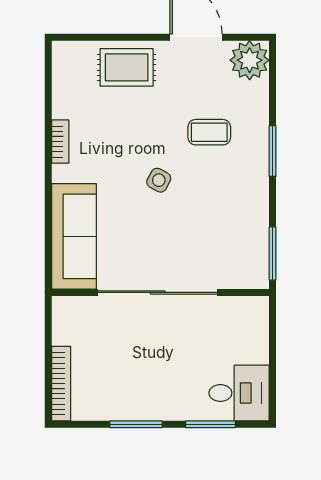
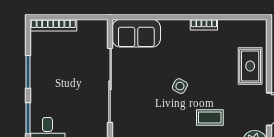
coffee table: (209, 132) -> (210, 117), turned 90
sofa: (74, 236) -> (136, 33), width x0.73

